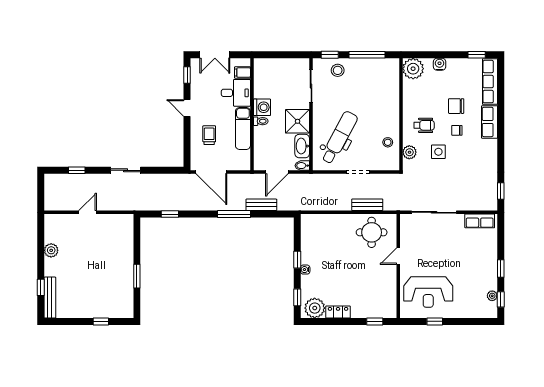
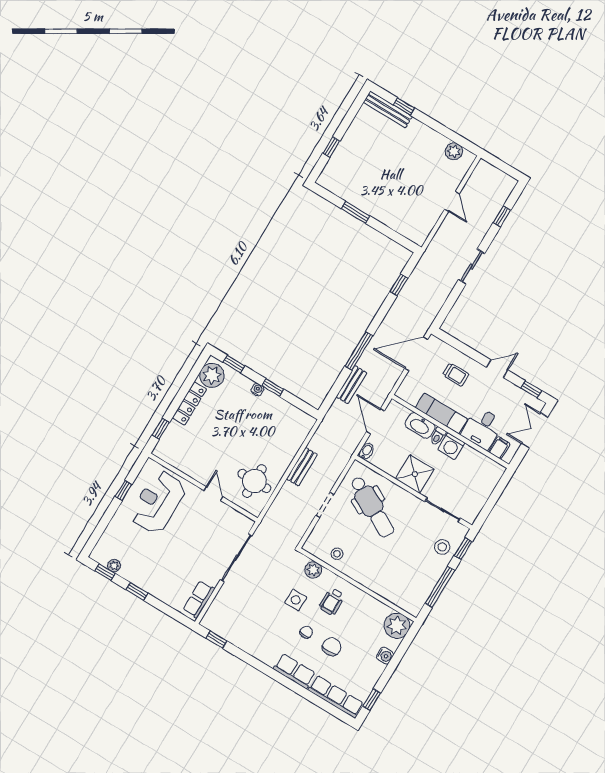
washbasin: (302, 146) -> (420, 425), moved, turned 180
bench: (367, 205) -> (302, 467), moved
plant: (51, 250) -> (454, 151), moved
locker: (338, 312) -> (189, 403), width x1.53

